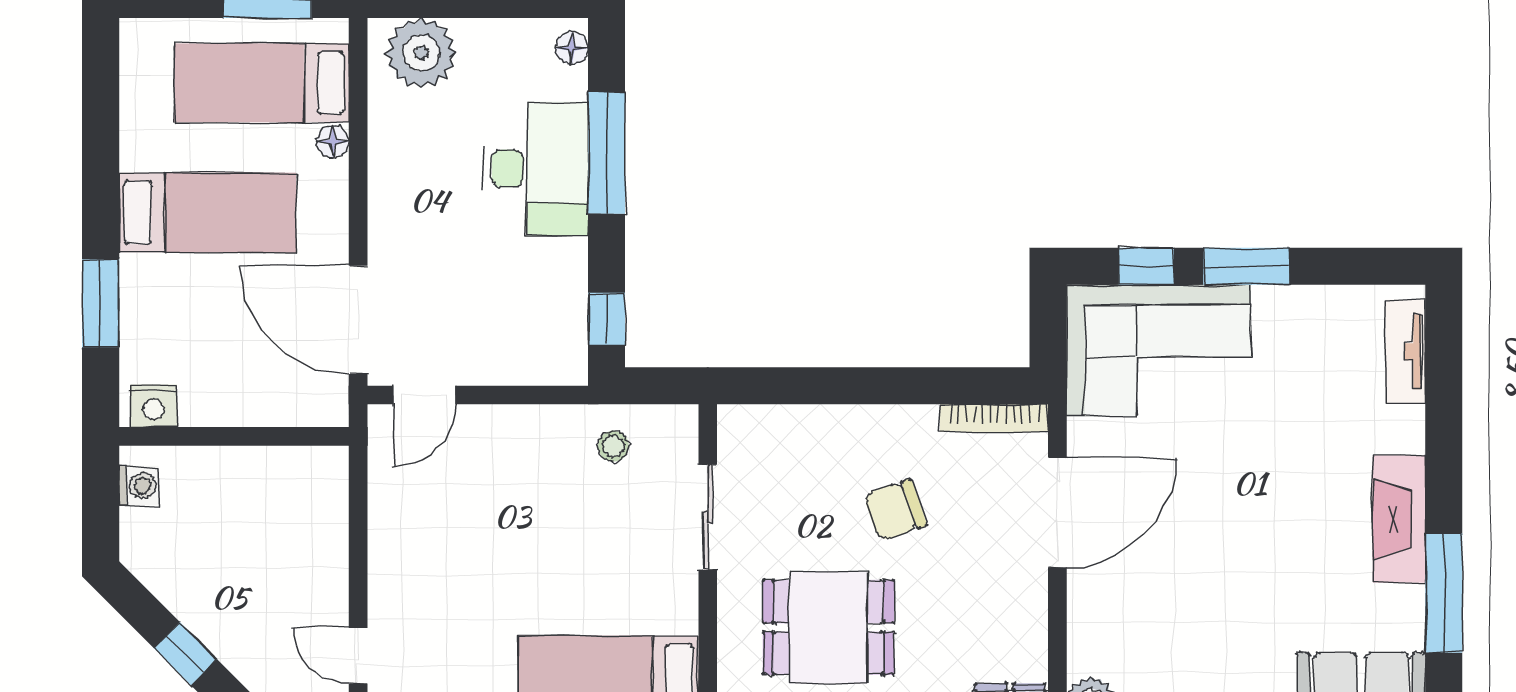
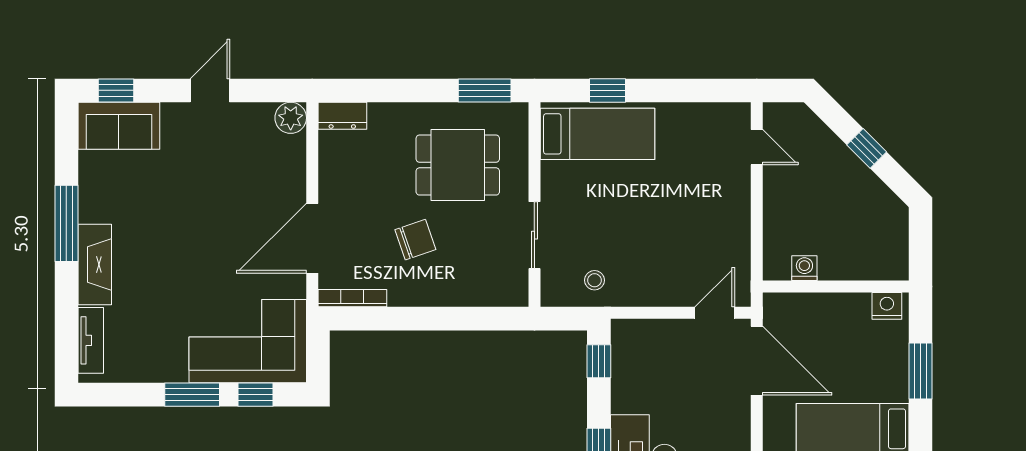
washing machine: (139, 485) -> (804, 268), moved, turned 90
fireplace: (1399, 519) -> (95, 265), moved
window: (1444, 593) -> (66, 223), moved

